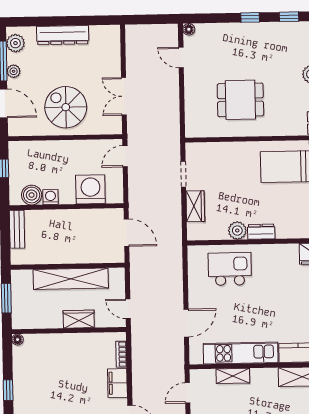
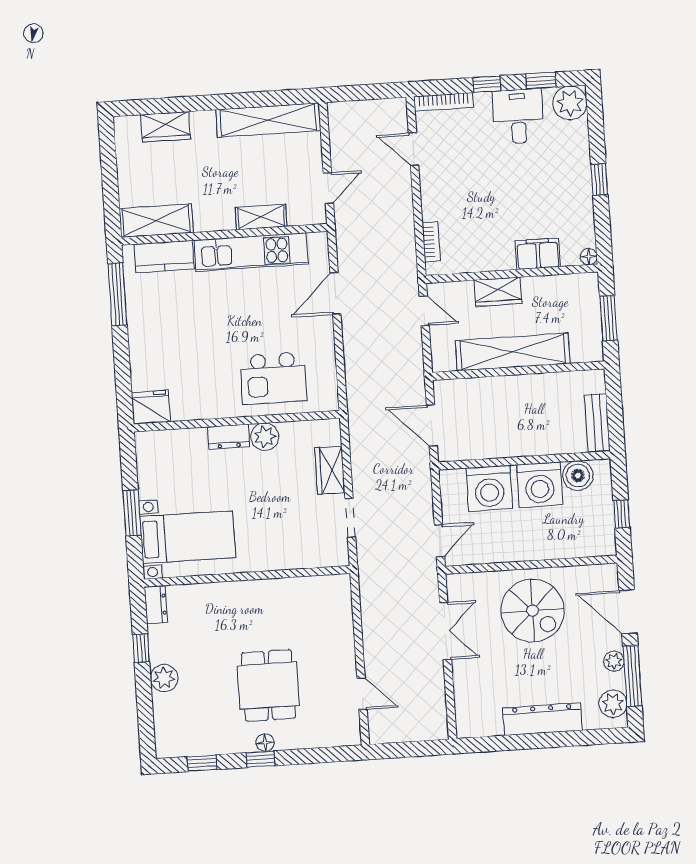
floor lamp: (189, 29) -> (265, 743), moved
dining table: (240, 100) -> (268, 686), moved, turned 90
washing machine: (50, 197) -> (540, 485), width x1.89, depth x1.89
filing cabinet: (117, 383) -> (538, 254), moved, turned -90

